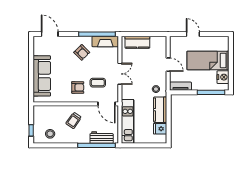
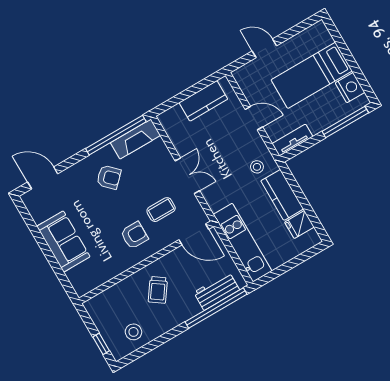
kitchen counter: (137, 42) -> (203, 101), moved
sofa: (42, 76) -> (63, 241), width x0.73

